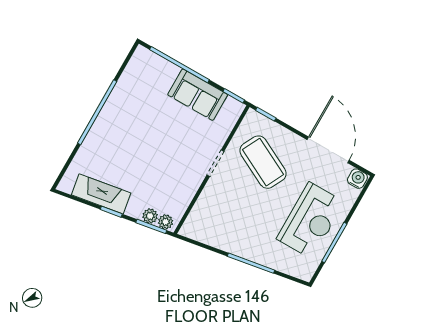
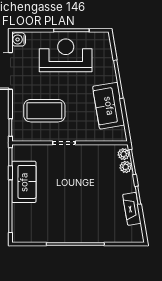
coffee table: (263, 162) -> (44, 111), turned 63
fireplace: (101, 194) -> (132, 209), width x0.73, depth x0.76
sofa: (228, 236) -> (109, 106), added

